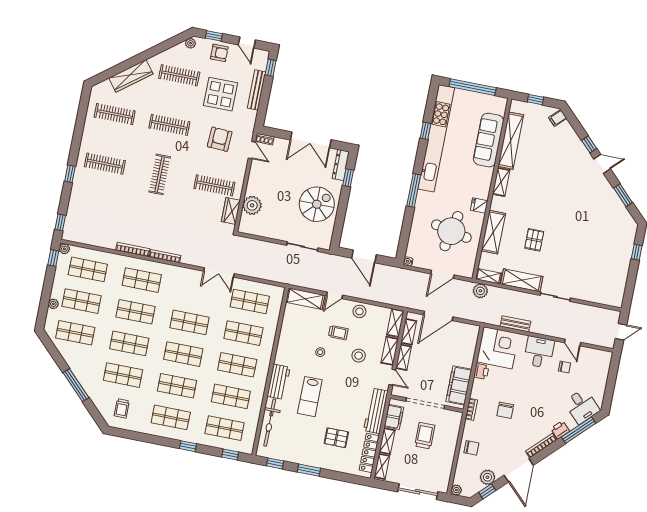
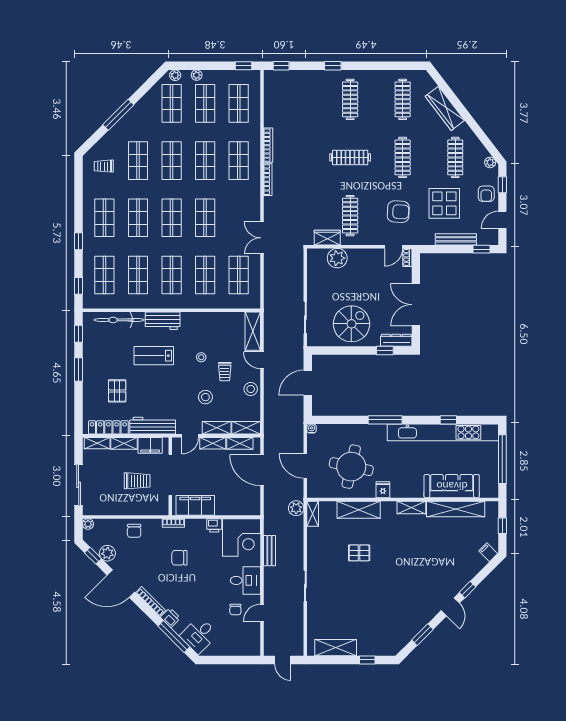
spiral stairs: (317, 204) -> (351, 324), turned -90
plant: (64, 249) -> (175, 75), moved
shelving: (522, 280) -> (336, 648), moved, turned 90

